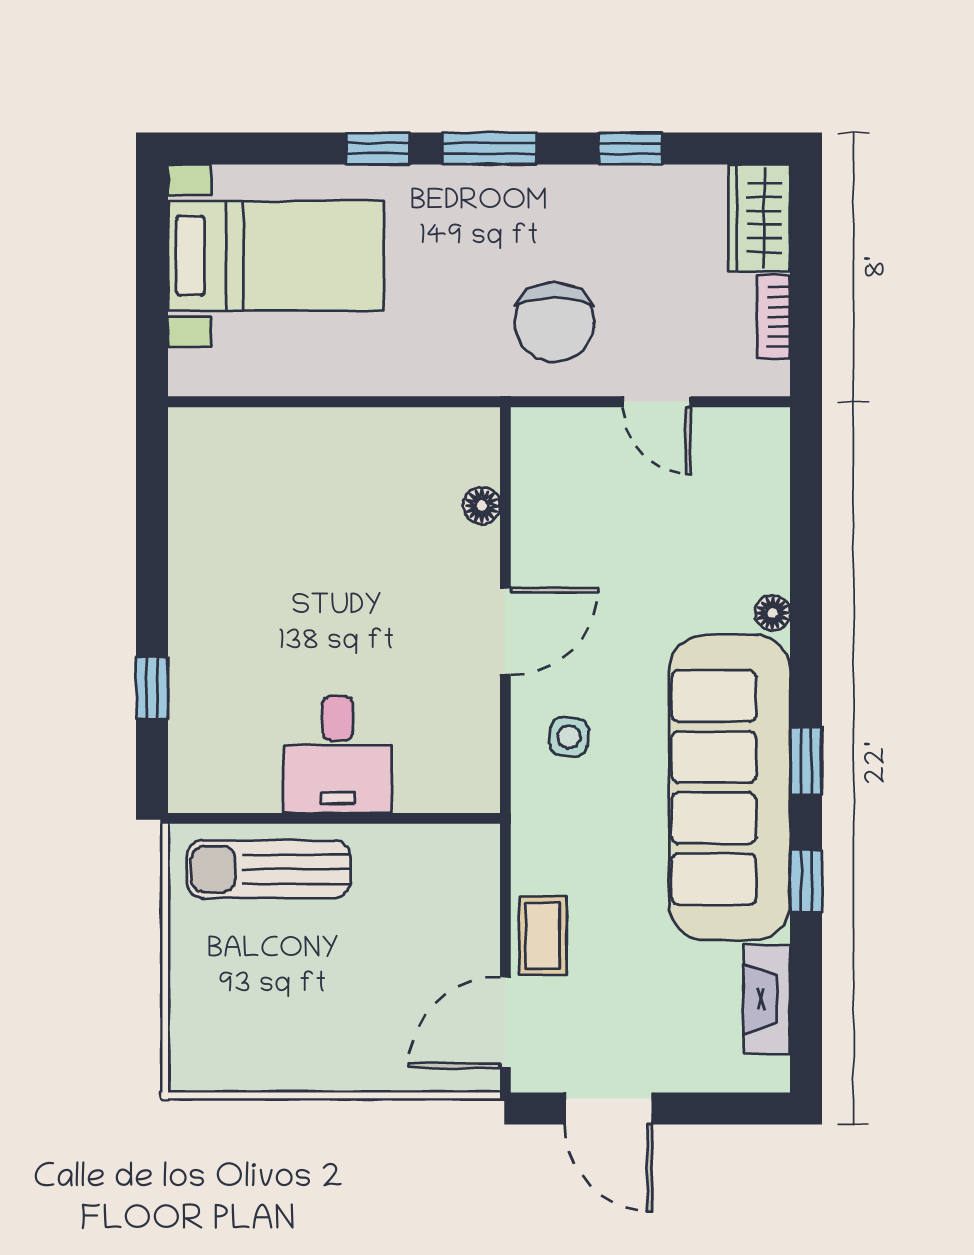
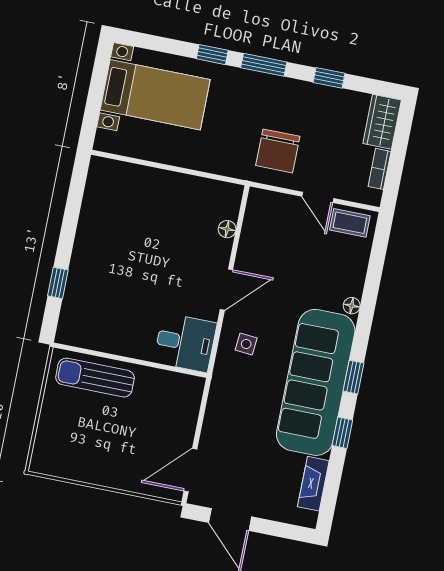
desk: (338, 755) -> (185, 343), moved, turned -90
coffee table: (543, 936) -> (350, 223), moved, turned 90

